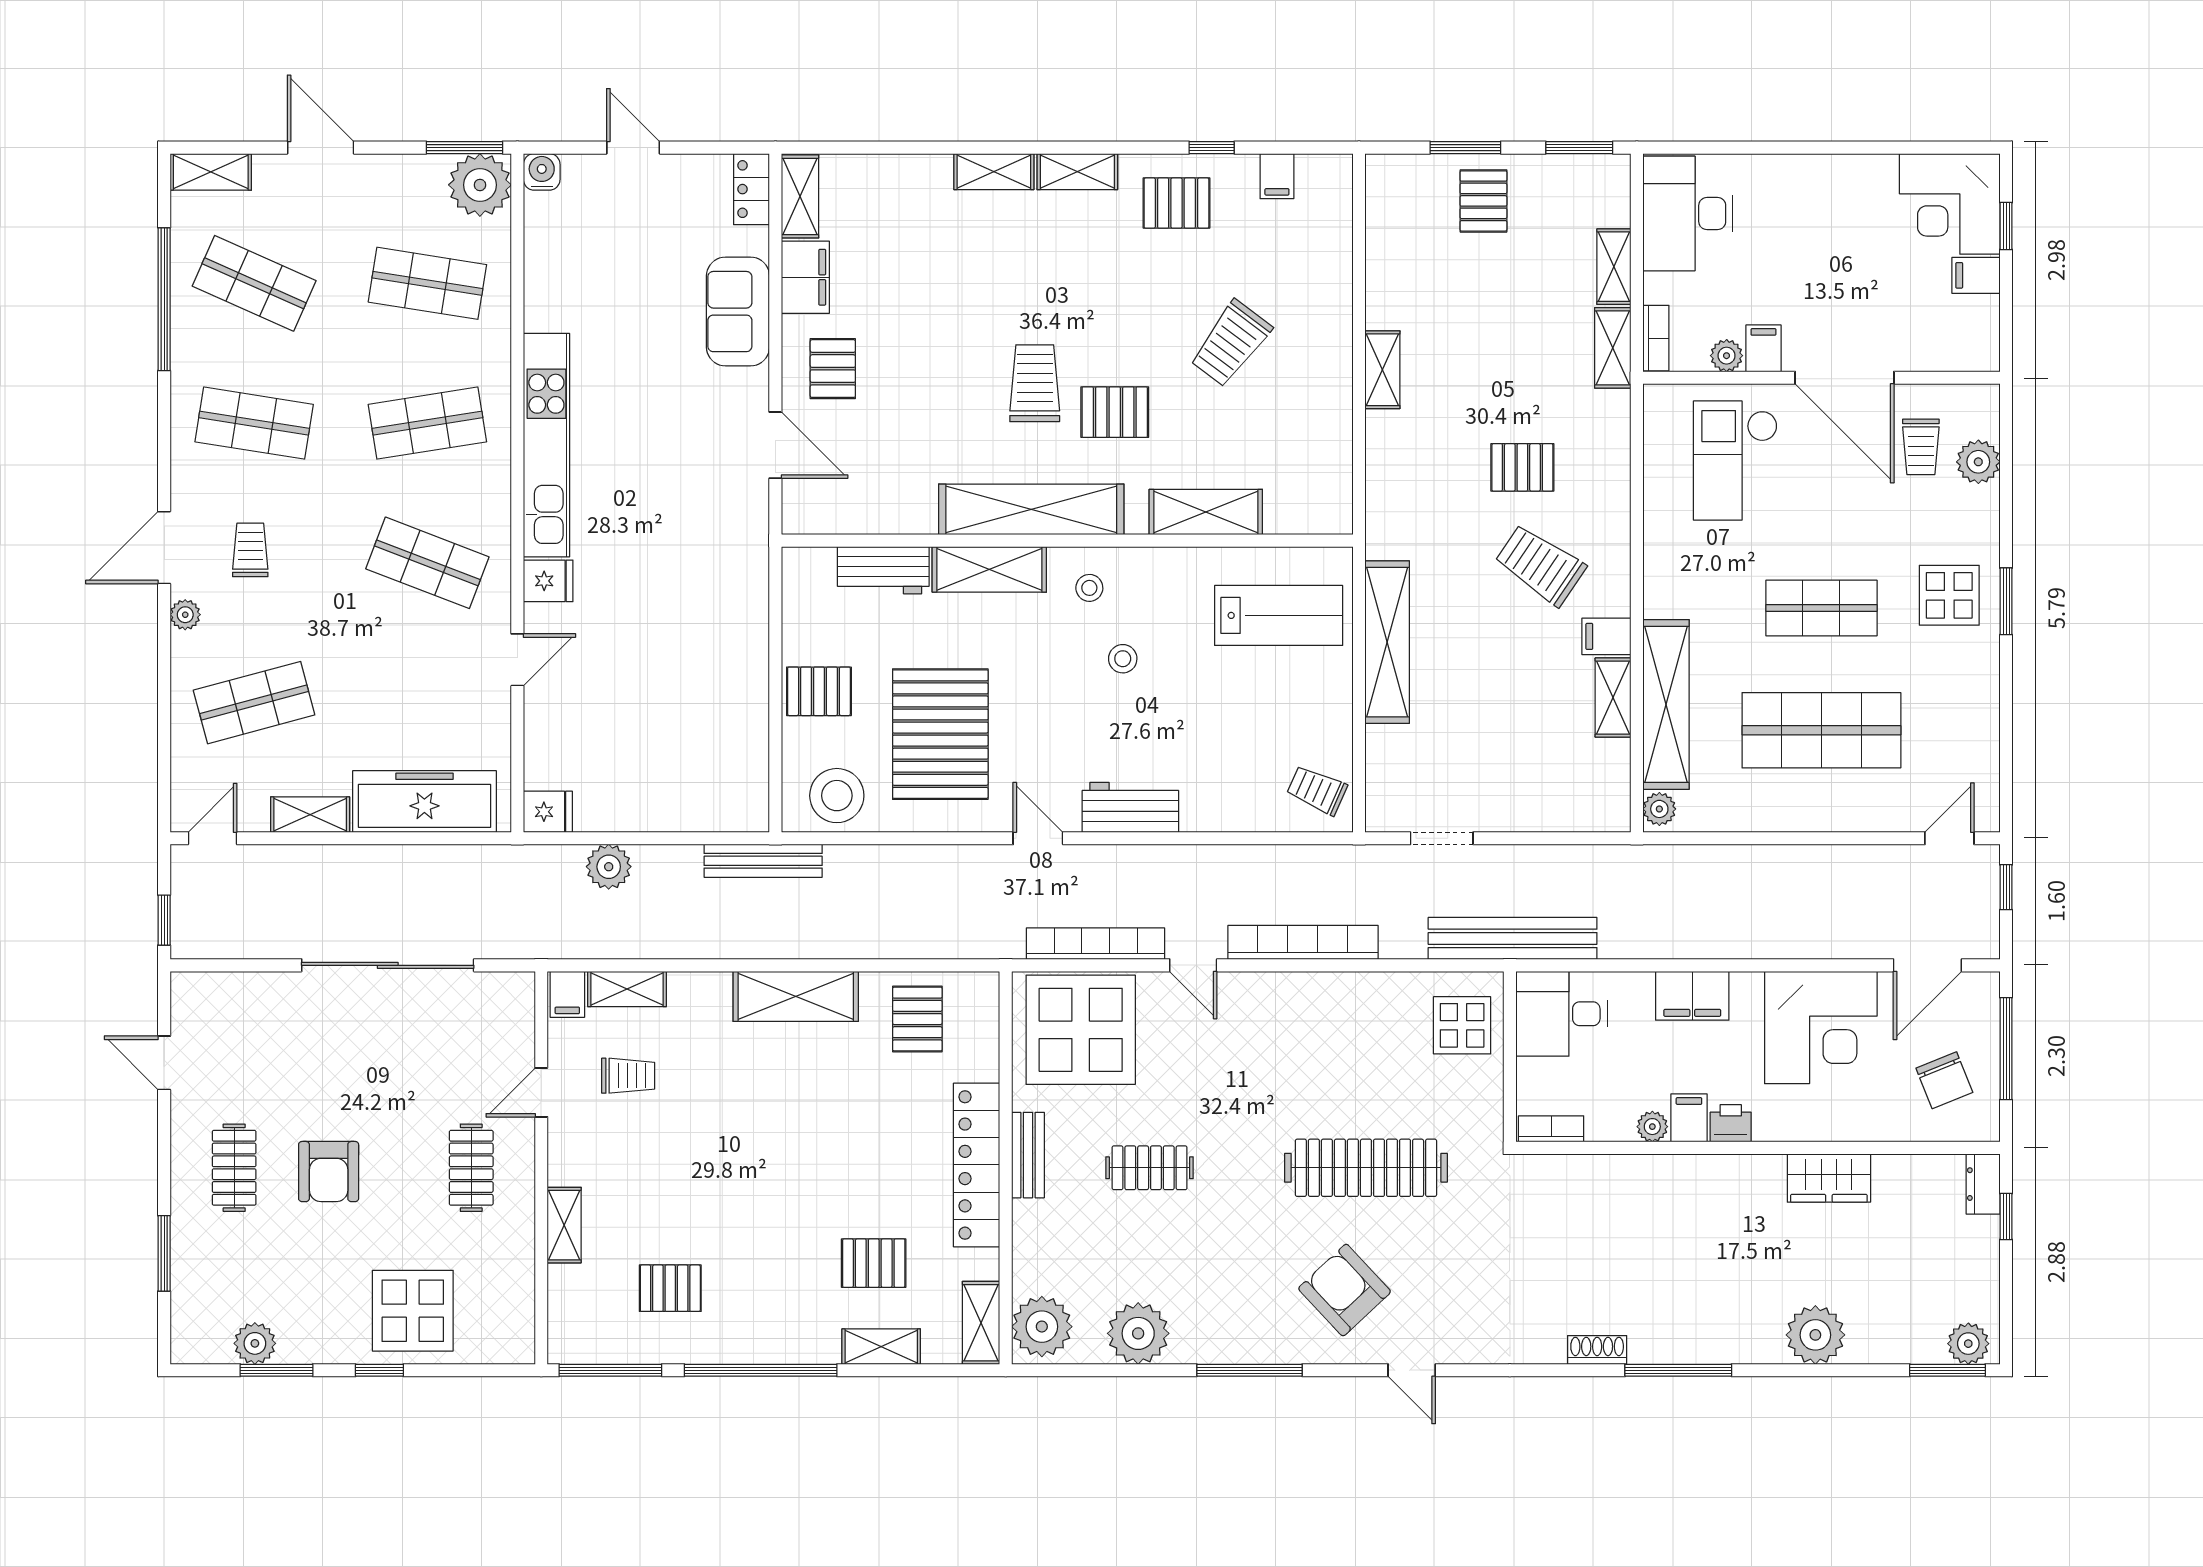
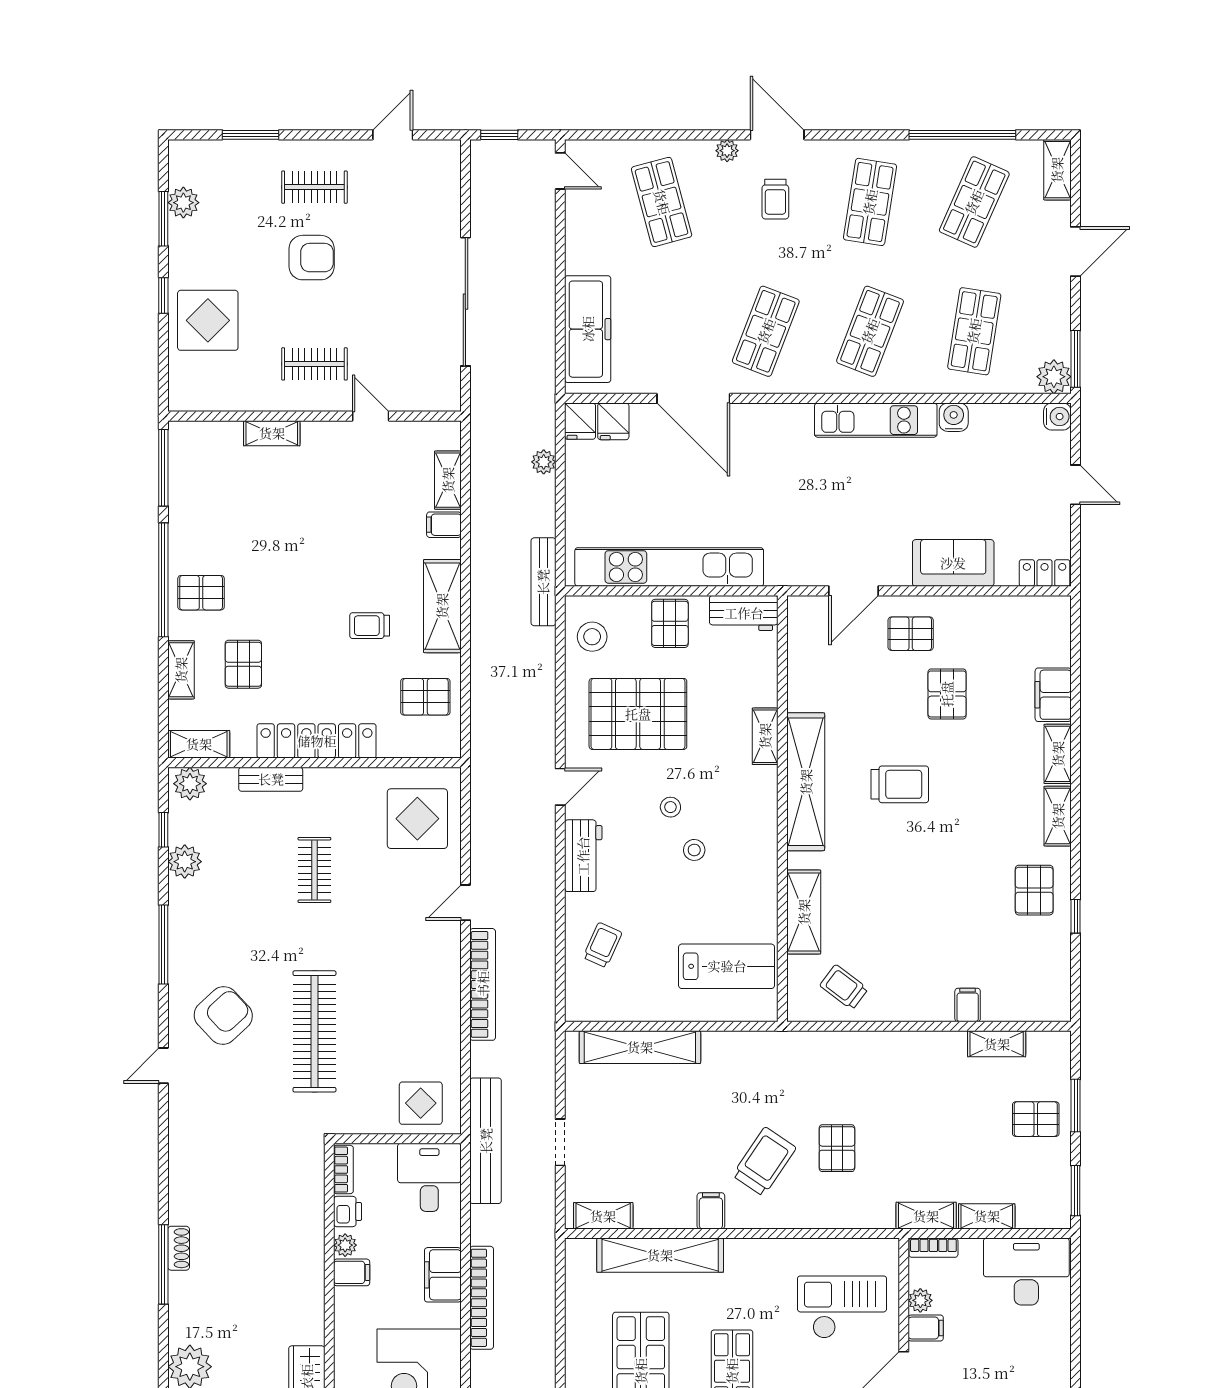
door: (633, 148) -> (1076, 485), hinge flipped
filing cabinet: (1277, 176) -> (968, 1005), moved, turned 90
plant: (480, 185) -> (1054, 377), width x0.73, depth x0.73
shelving: (800, 196) -> (1039, 609), removed
filing cabinet: (805, 277) -> (1053, 695), moved, turned 90
water cooler: (543, 311) -> (954, 417), added
trolley: (1231, 343) -> (844, 987), moved, width x0.73, depth x0.72
shelving: (1382, 370) -> (997, 1044), moved
pallet: (1115, 412) -> (947, 694), moved
shop shelf: (427, 423) -> (870, 331), turned 30
kitchen unit: (546, 445) -> (876, 420), width x0.73
trolley: (250, 550) -> (775, 199), turned 90
shelving: (989, 569) -> (765, 736), width x0.67, depth x0.75
workbench: (883, 570) -> (744, 613), moved, turned -90
fridge: (548, 581) -> (613, 421), moved
stool: (1089, 588) -> (670, 807), moved
lab bench: (1279, 615) -> (727, 966), turned -90
shelving: (1387, 642) -> (640, 1047), moved
door: (517, 660) -> (693, 398), width x1.88
kitchen unit: (743, 692) -> (669, 567), added
shelving: (1613, 698) -> (603, 1216), moved
trolley: (1317, 790) -> (603, 945), moved
stool: (837, 796) -> (592, 637), width x0.73, depth x0.73
plant: (1659, 809) -> (582, 1250), removed
shelving: (310, 815) -> (578, 244), removed
doorway: (1442, 838) -> (560, 1142), moved
plant: (609, 867) -> (544, 462), width x0.73, depth x0.73
bookcase: (1096, 944) -> (482, 1298), moved
filing cabinet: (567, 994) -> (444, 525), moved
display table: (1081, 1030) -> (417, 819), width x0.73, depth x0.73
trolley: (628, 1076) -> (370, 626), moved, turned 90
printer: (1731, 1123) -> (348, 1212), moved
bench: (1028, 1155) -> (271, 779), moved
armchair: (329, 1172) -> (312, 258), turned 180
pallet: (670, 1288) -> (201, 593), moved, turned 90
plant: (1042, 1327) -> (190, 784), width x0.73, depth x0.73
plant: (1138, 1333) -> (185, 862), width x0.73, depth x0.73
shoe rack: (1597, 1350) -> (179, 1248), moved
window: (1096, 1370) -> (163, 830), added

